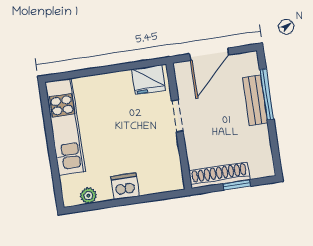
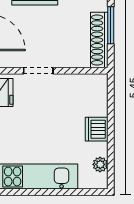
window: (237, 185) -> (111, 25), width x1.50

